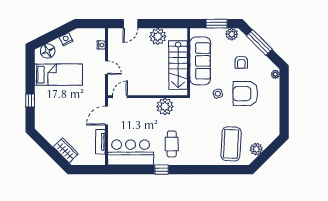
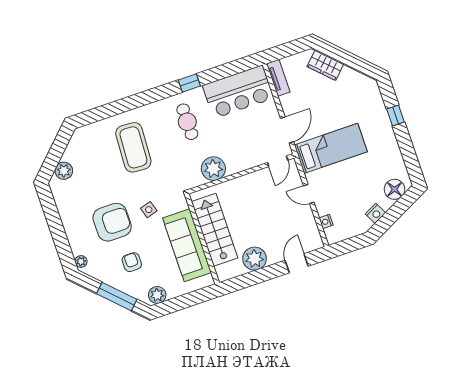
window: (217, 24) -> (182, 302), removed
bed: (58, 75) -> (331, 148), moved, turned 180
tv unit: (100, 142) -> (278, 78), moved
coffee table: (231, 144) -> (133, 147), moved
plant: (256, 149) -> (64, 171), moved

